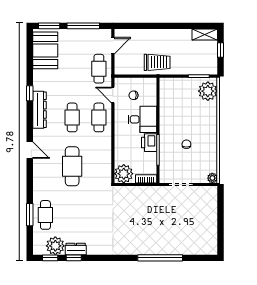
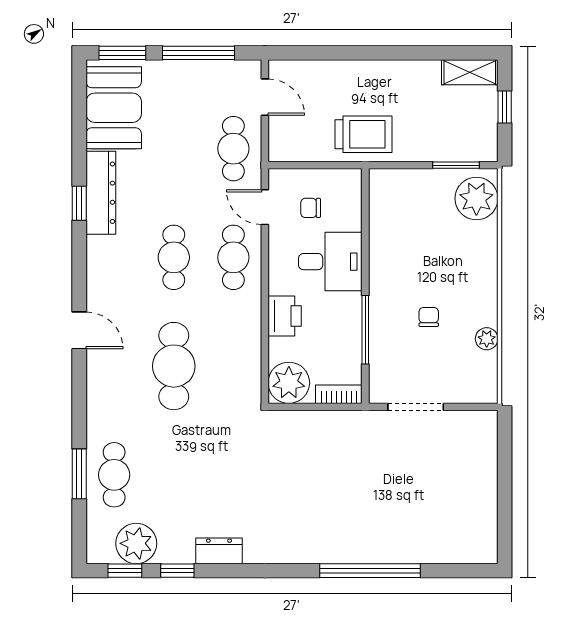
door: (113, 46) -> (265, 97), hinge flipped
dresser: (39, 110) -> (101, 193), moved
printer: (149, 143) -> (285, 316), moved, turned 180
plant: (212, 178) -> (487, 339), moved
dresser: (76, 249) -> (219, 551), moved

